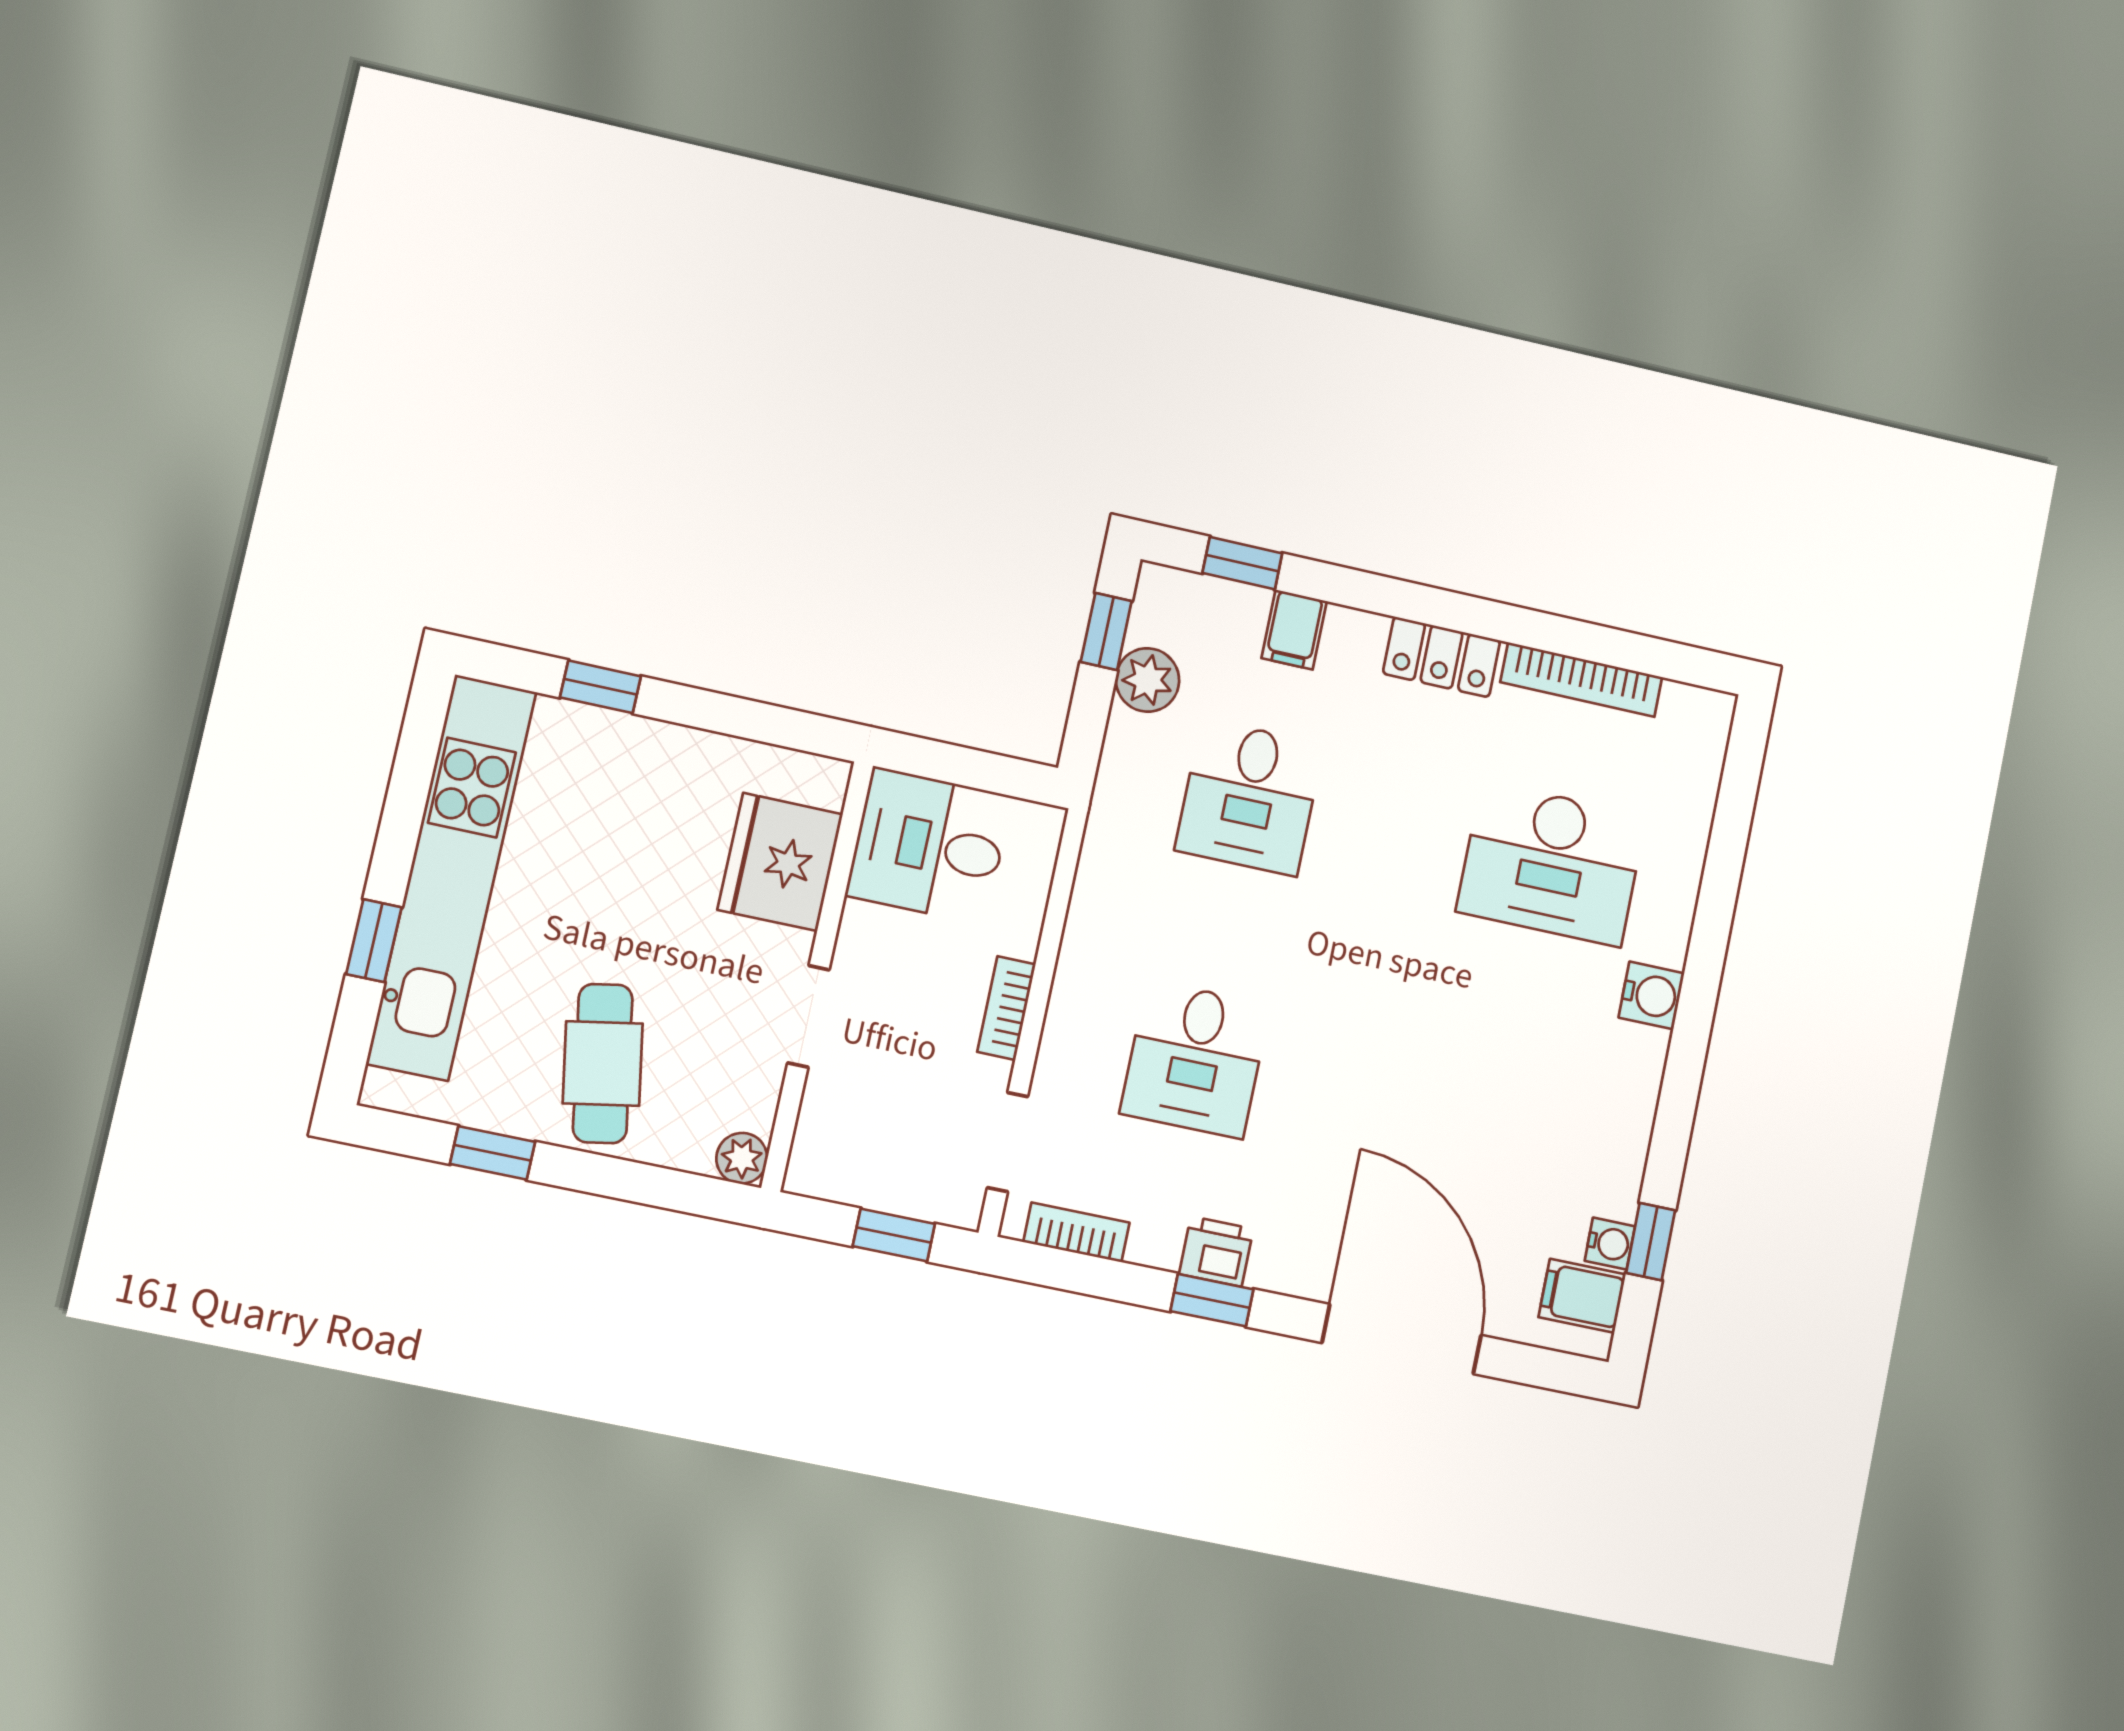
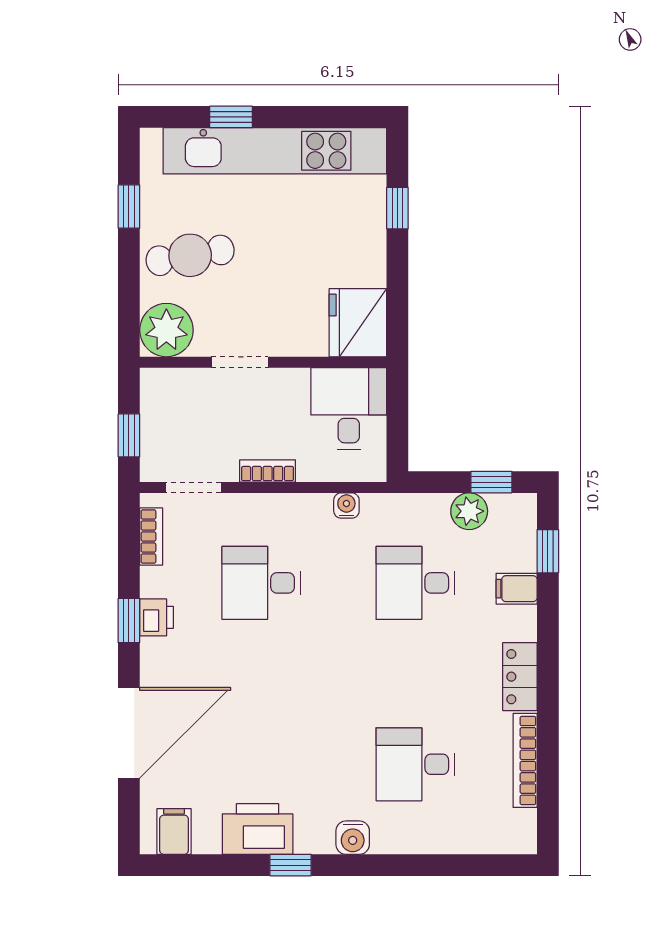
fridge: (780, 862) -> (358, 323), moved, turned -90
desk: (1551, 864) -> (415, 764), width x0.73
printer: (1606, 1153) -> (258, 829), added
plant: (742, 1158) -> (166, 330), width x1.87, depth x1.87
window: (1651, 1242) -> (291, 865), moved
water cooler: (1610, 1244) -> (346, 506), moved, turned 180

